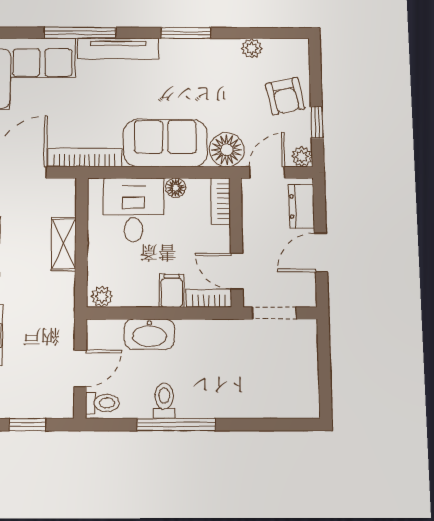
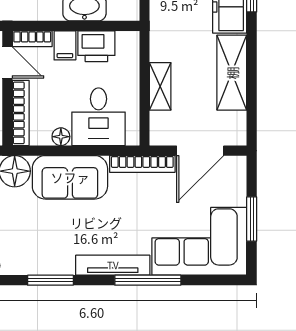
bookcase: (221, 201) -> (21, 113), width x1.56
printer: (136, 290) -> (96, 46), added
plant: (102, 297) -> (126, 40), removed

